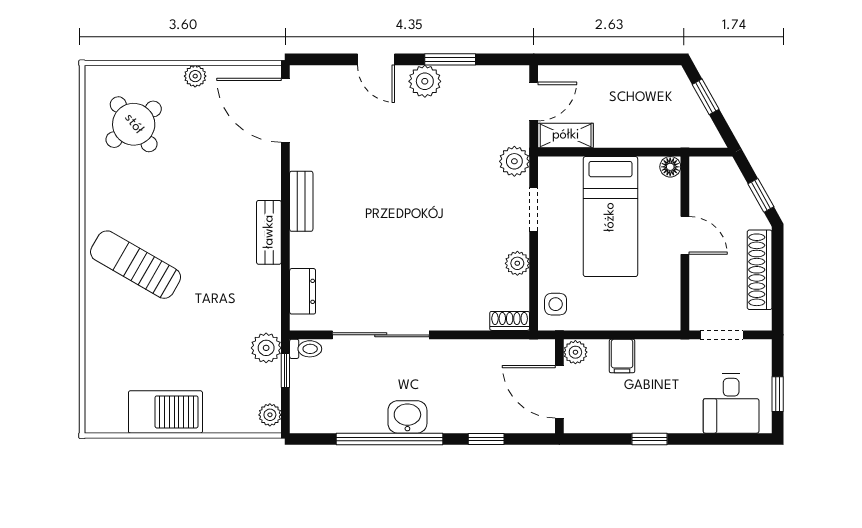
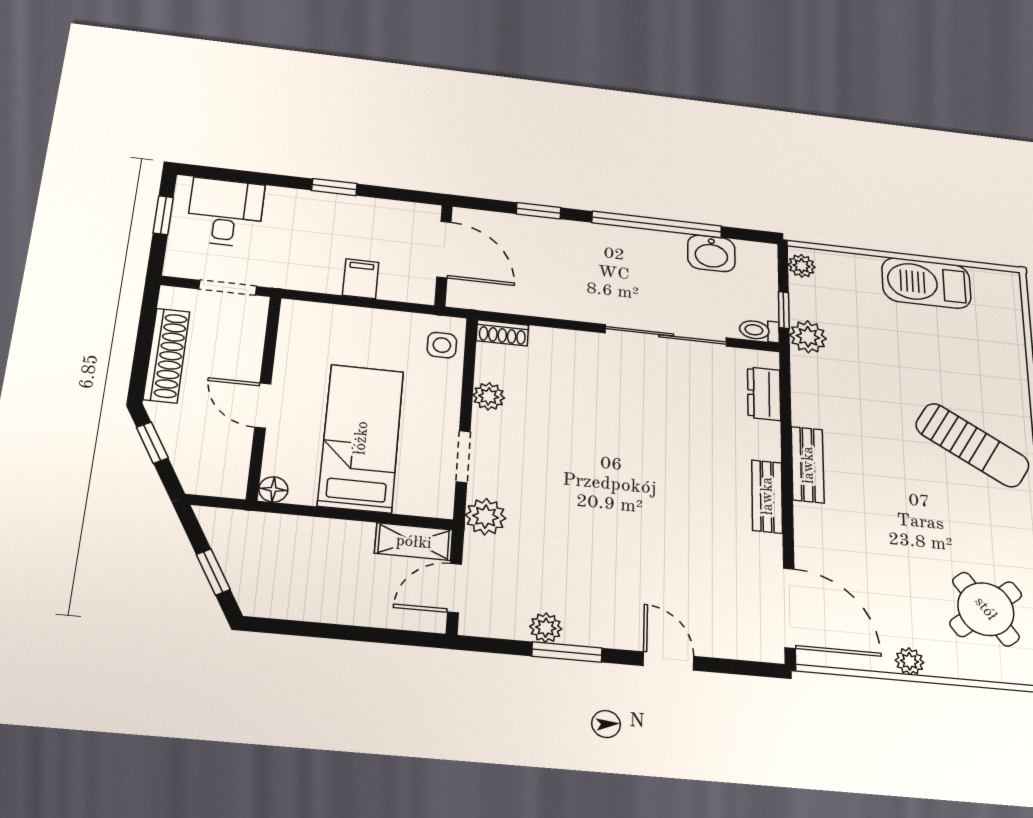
plant: (425, 81) -> (546, 628), moved, width x0.73, depth x0.73
plant: (575, 352) -> (420, 289), removed
washbasin: (407, 417) -> (711, 253), moved

